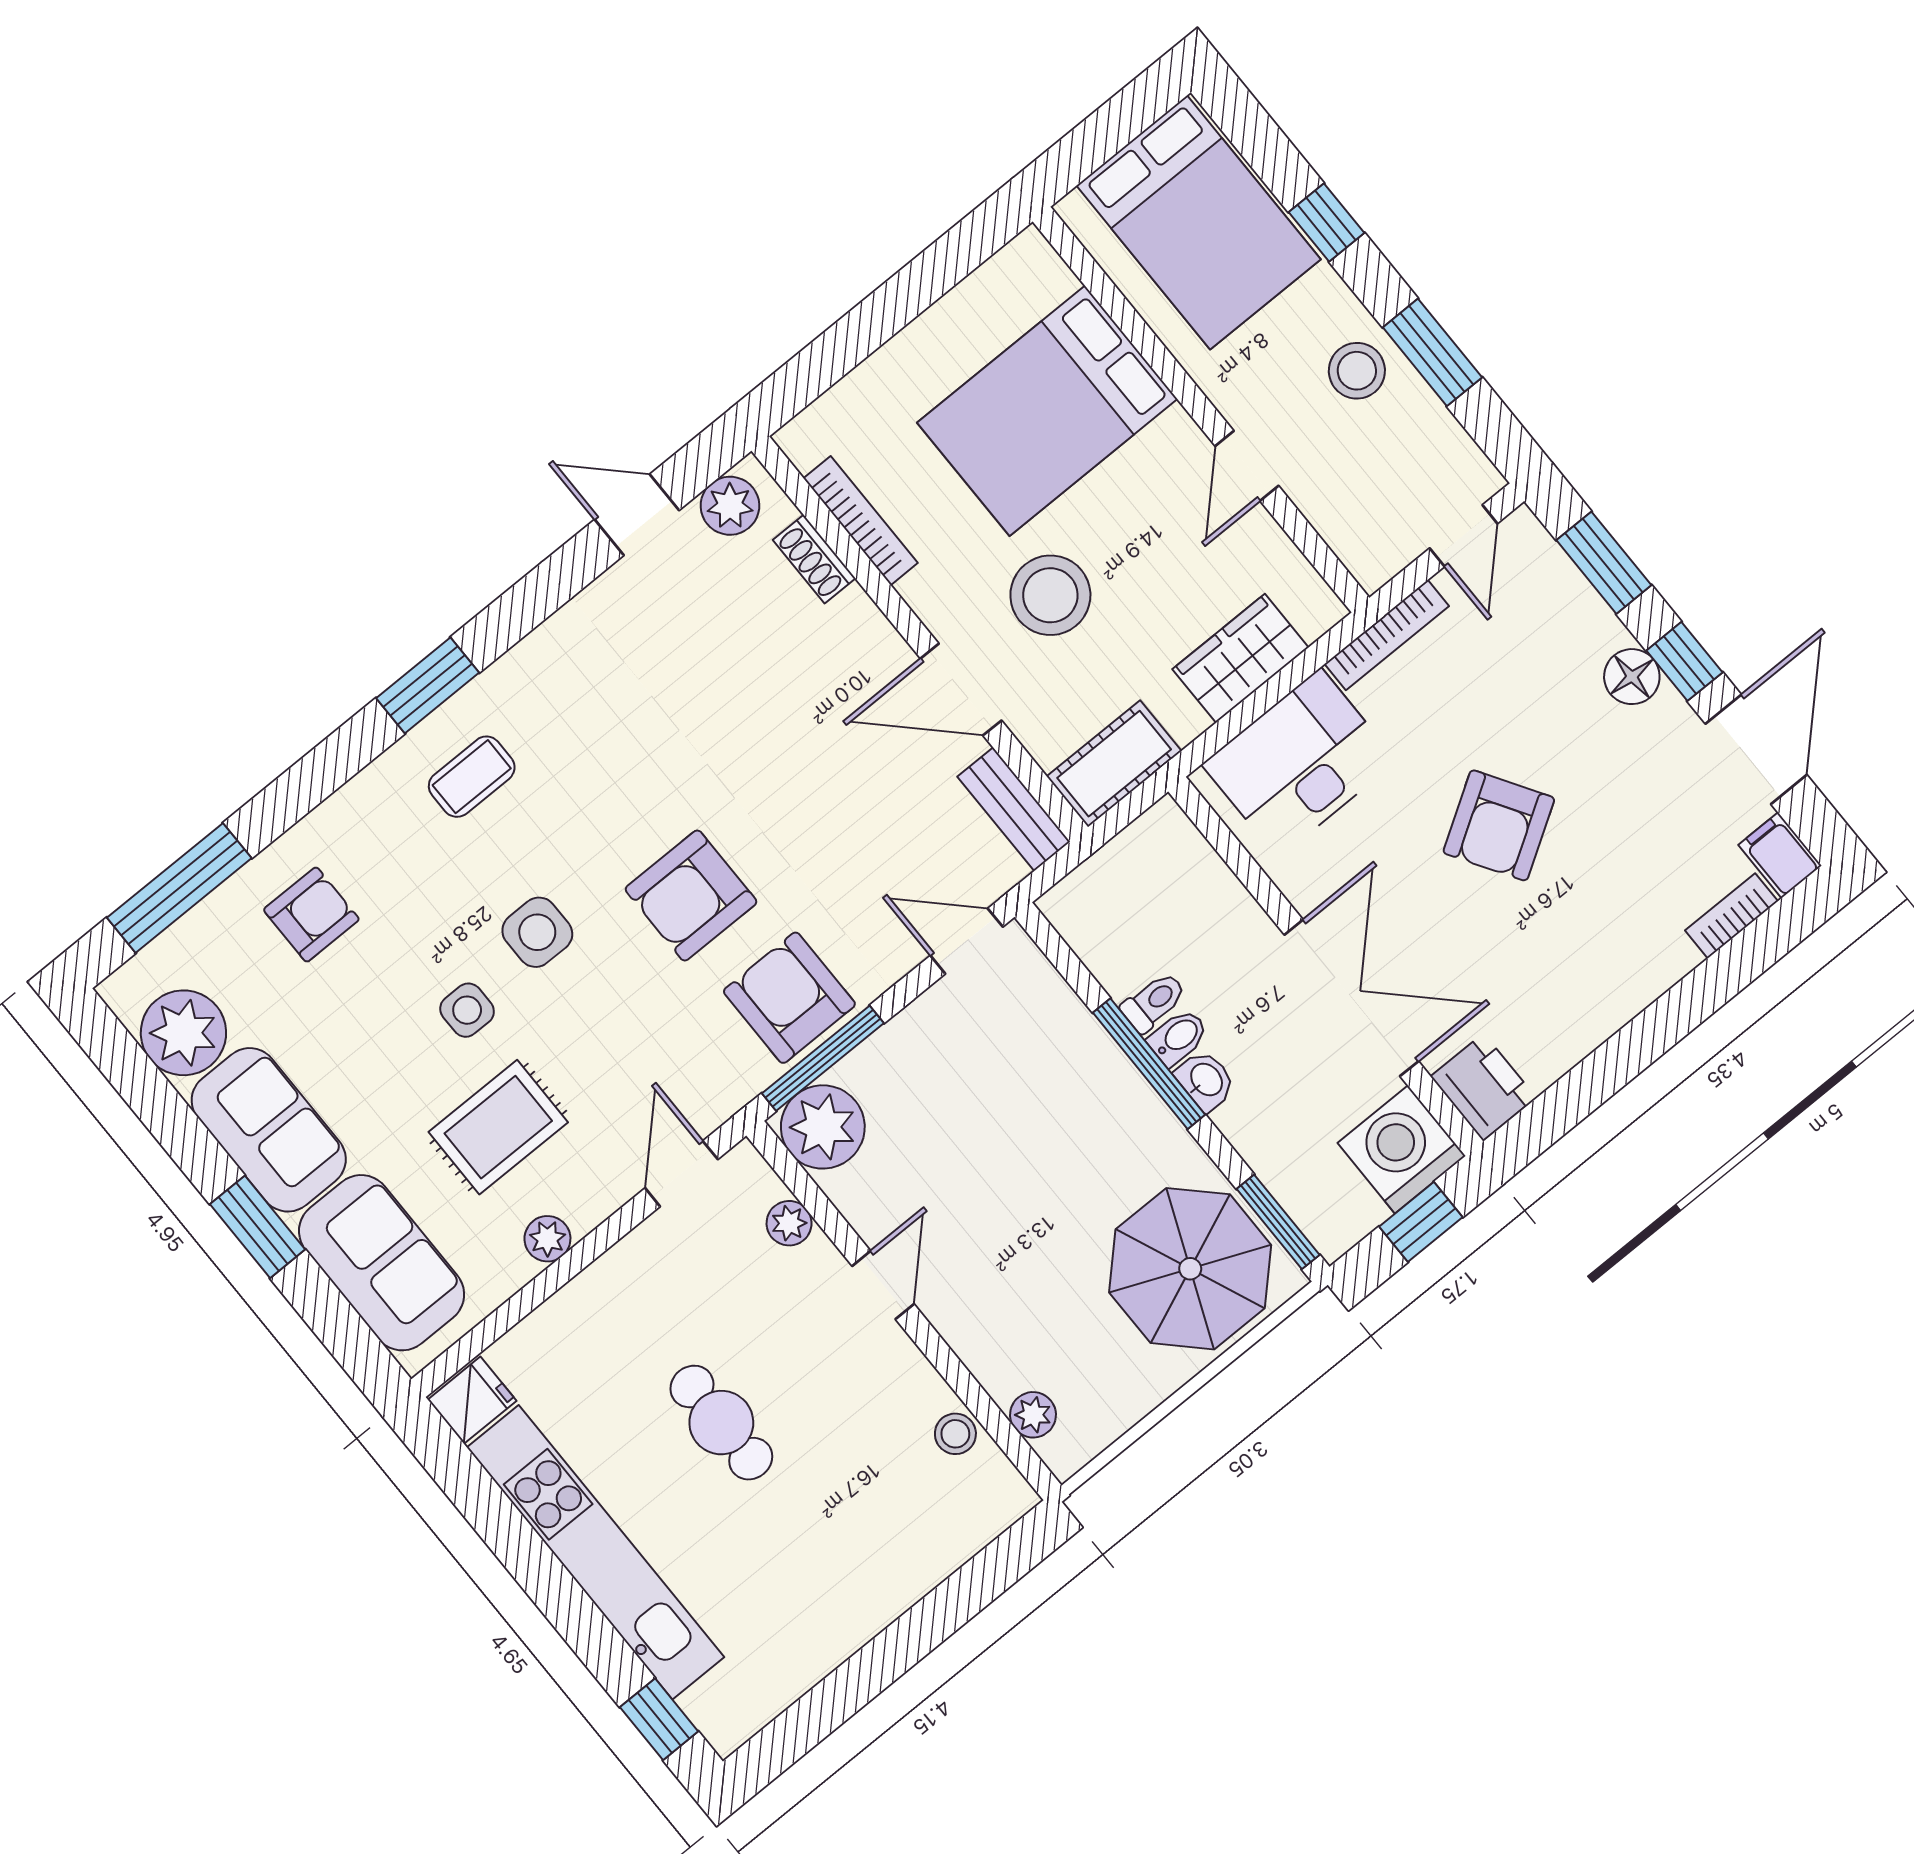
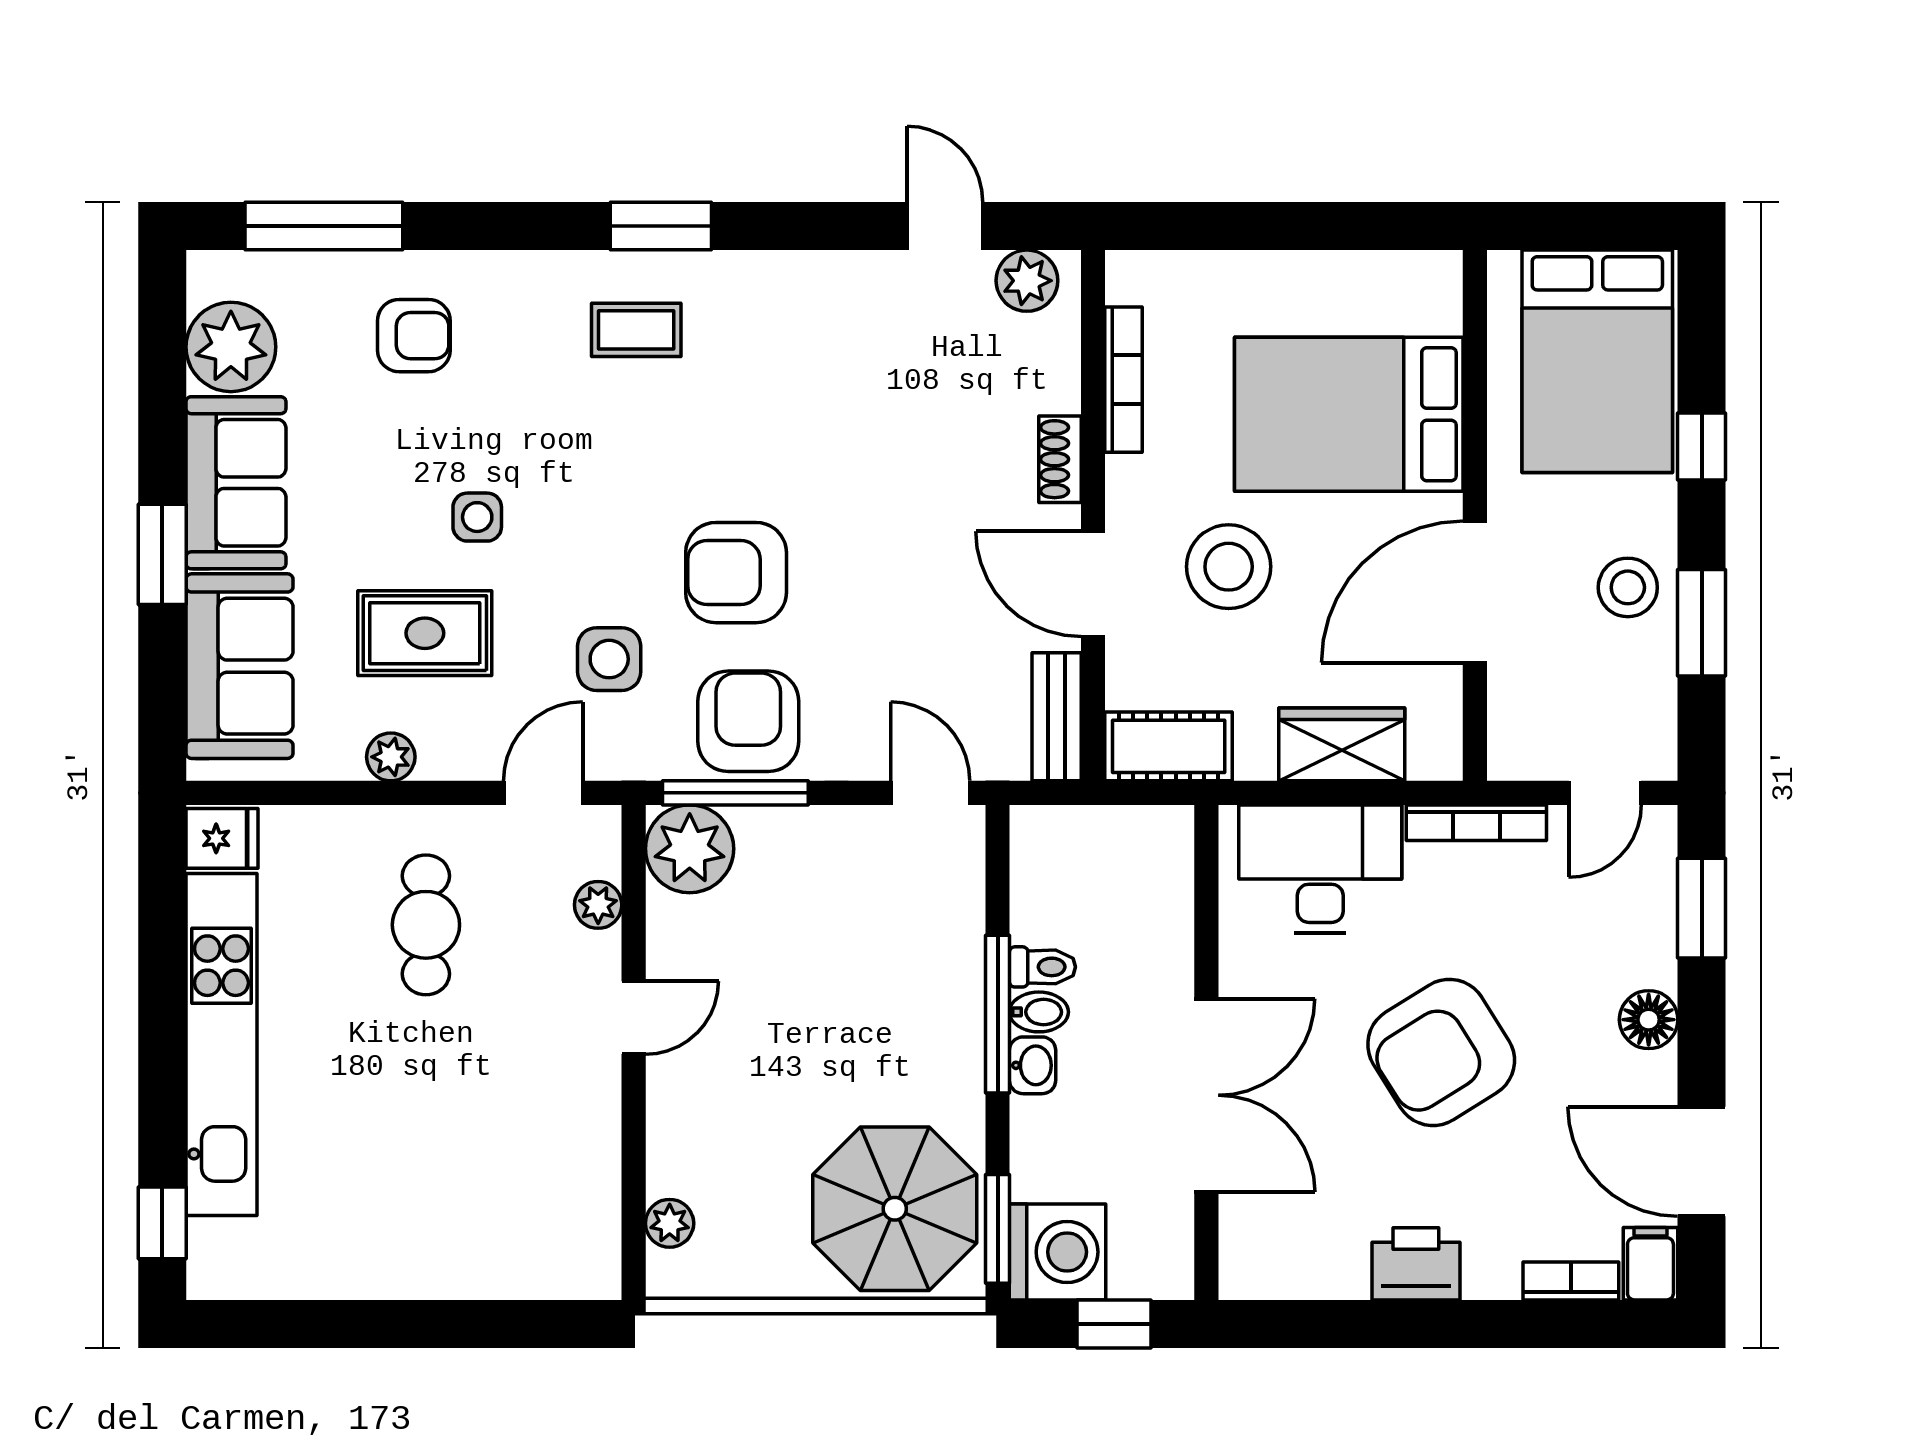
door: (1247, 466) -> (1475, 592), width x1.87
shoe rack: (814, 559) -> (1060, 459), moved
window: (1684, 661) -> (1702, 1042), removed
door: (1756, 749) -> (1702, 1162), swing flipped
armchair: (1499, 825) -> (1441, 1052), width x1.36, depth x1.36
side table: (537, 932) -> (609, 659), moved
printer: (1483, 1087) -> (1416, 1264), moved, turned -90
washing machine: (1402, 1149) -> (1057, 1252), moved, turned 90
cafe table: (721, 1423) -> (426, 925), moved
stool: (955, 1434) -> (594, 1187), removed

